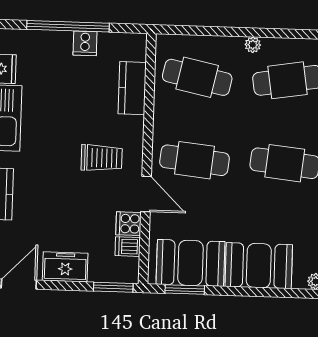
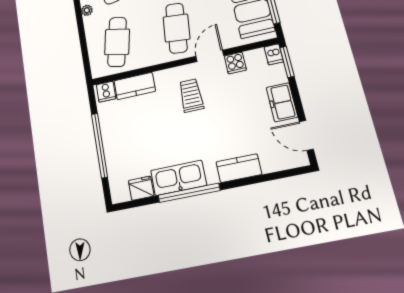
cooker: (85, 43) -> (106, 92), moved, turned 90
dishwasher: (128, 247) -> (274, 54), moved

